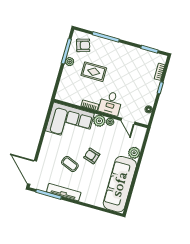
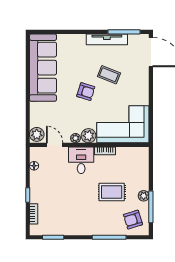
plant: (134, 153) -> (37, 134), moved

